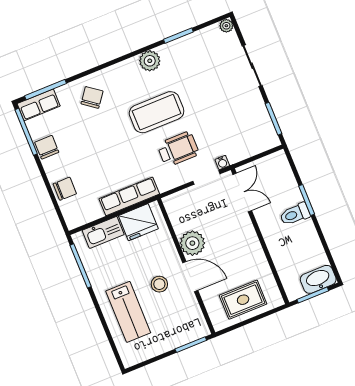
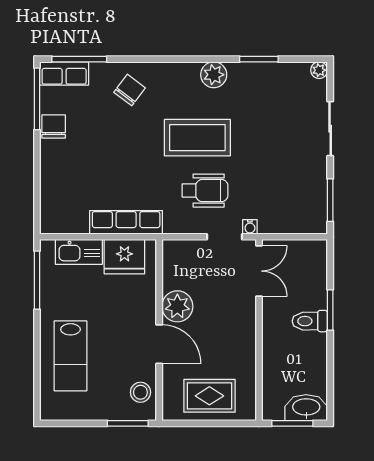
chair: (65, 189) -> (55, 183), removed
stool: (159, 284) -> (140, 392), moved

